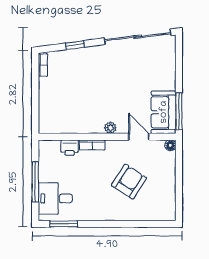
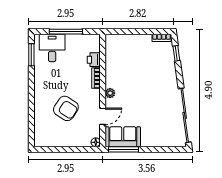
window: (75, 45) -> (176, 53), moved

